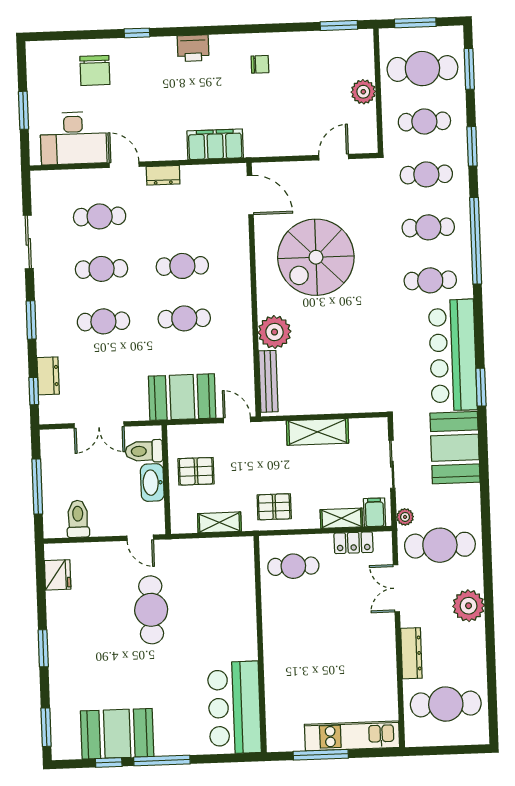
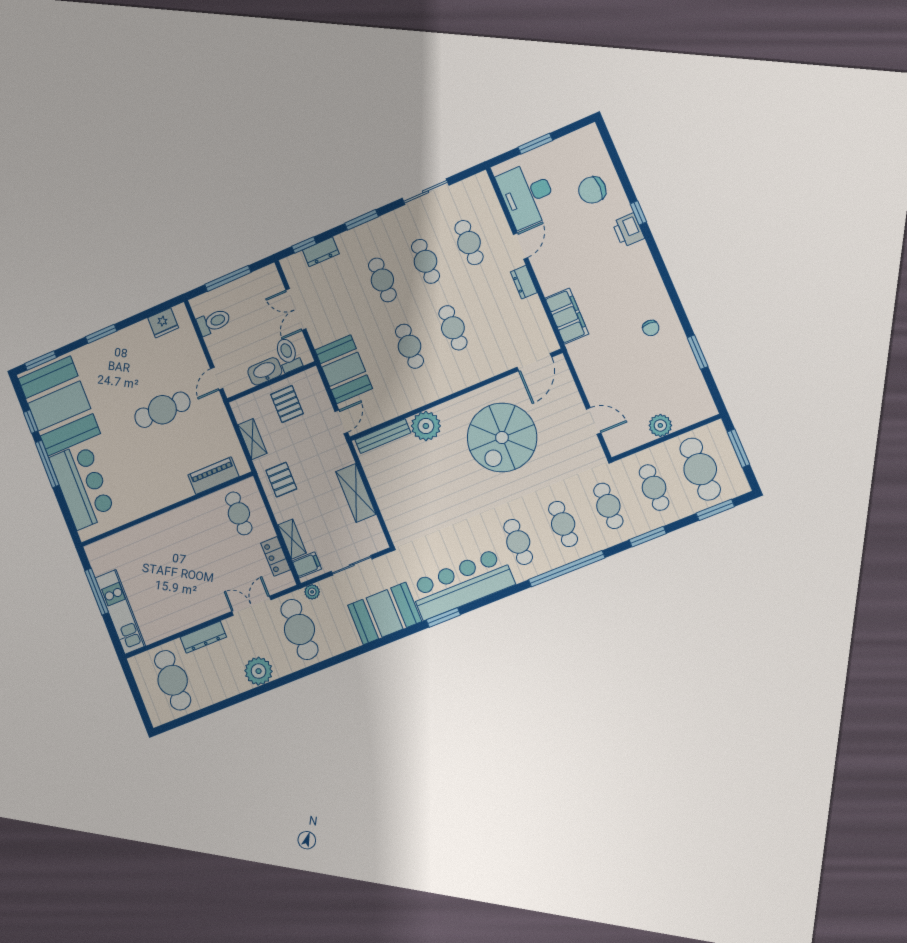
window: (339, 25) -> (698, 352), moved
printer: (193, 48) -> (628, 230), moved
spiral stairs: (316, 257) -> (502, 438), turned -90
piano: (243, 579) -> (213, 476), added
bar counter: (234, 708) -> (82, 486), moved, turned 90
booth: (117, 734) -> (59, 406), width x1.36, depth x1.42

